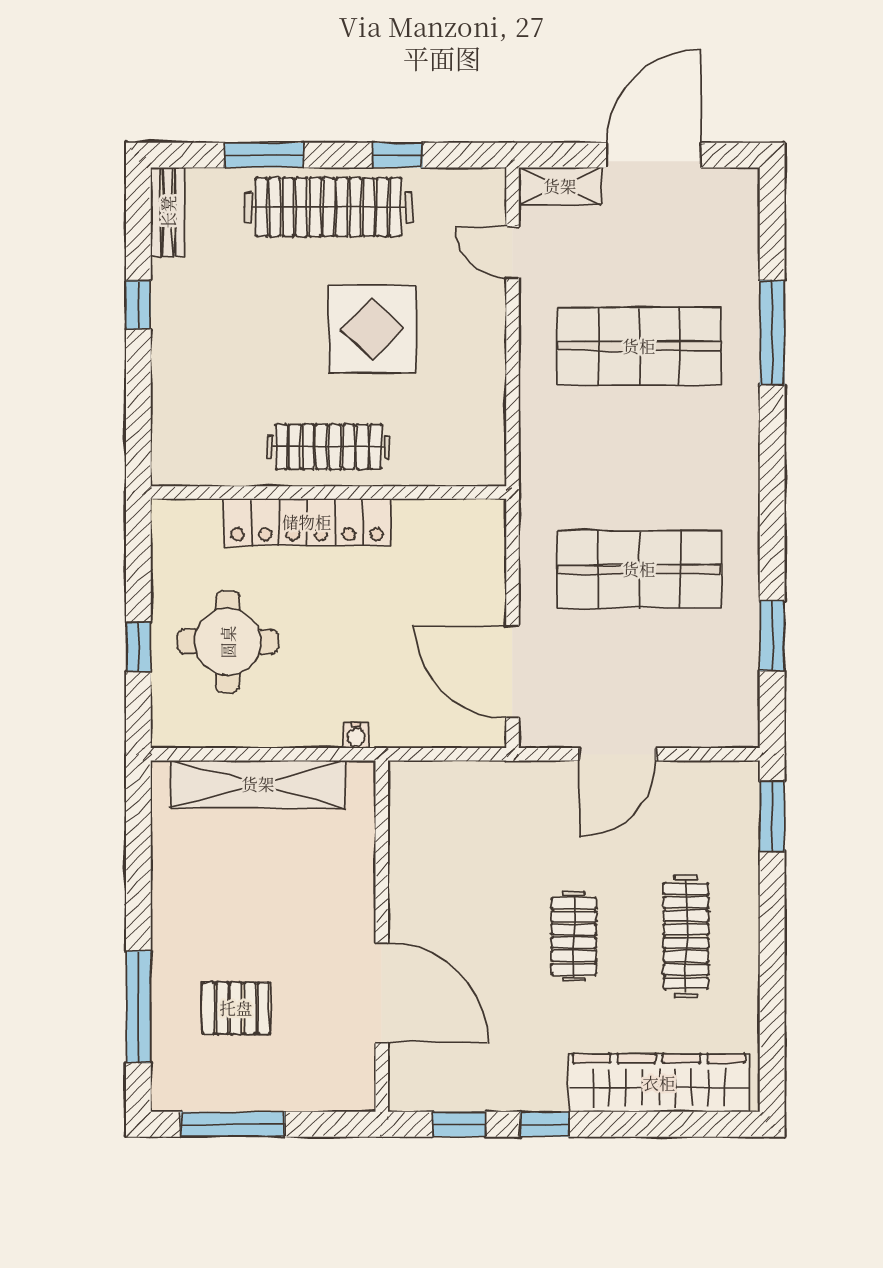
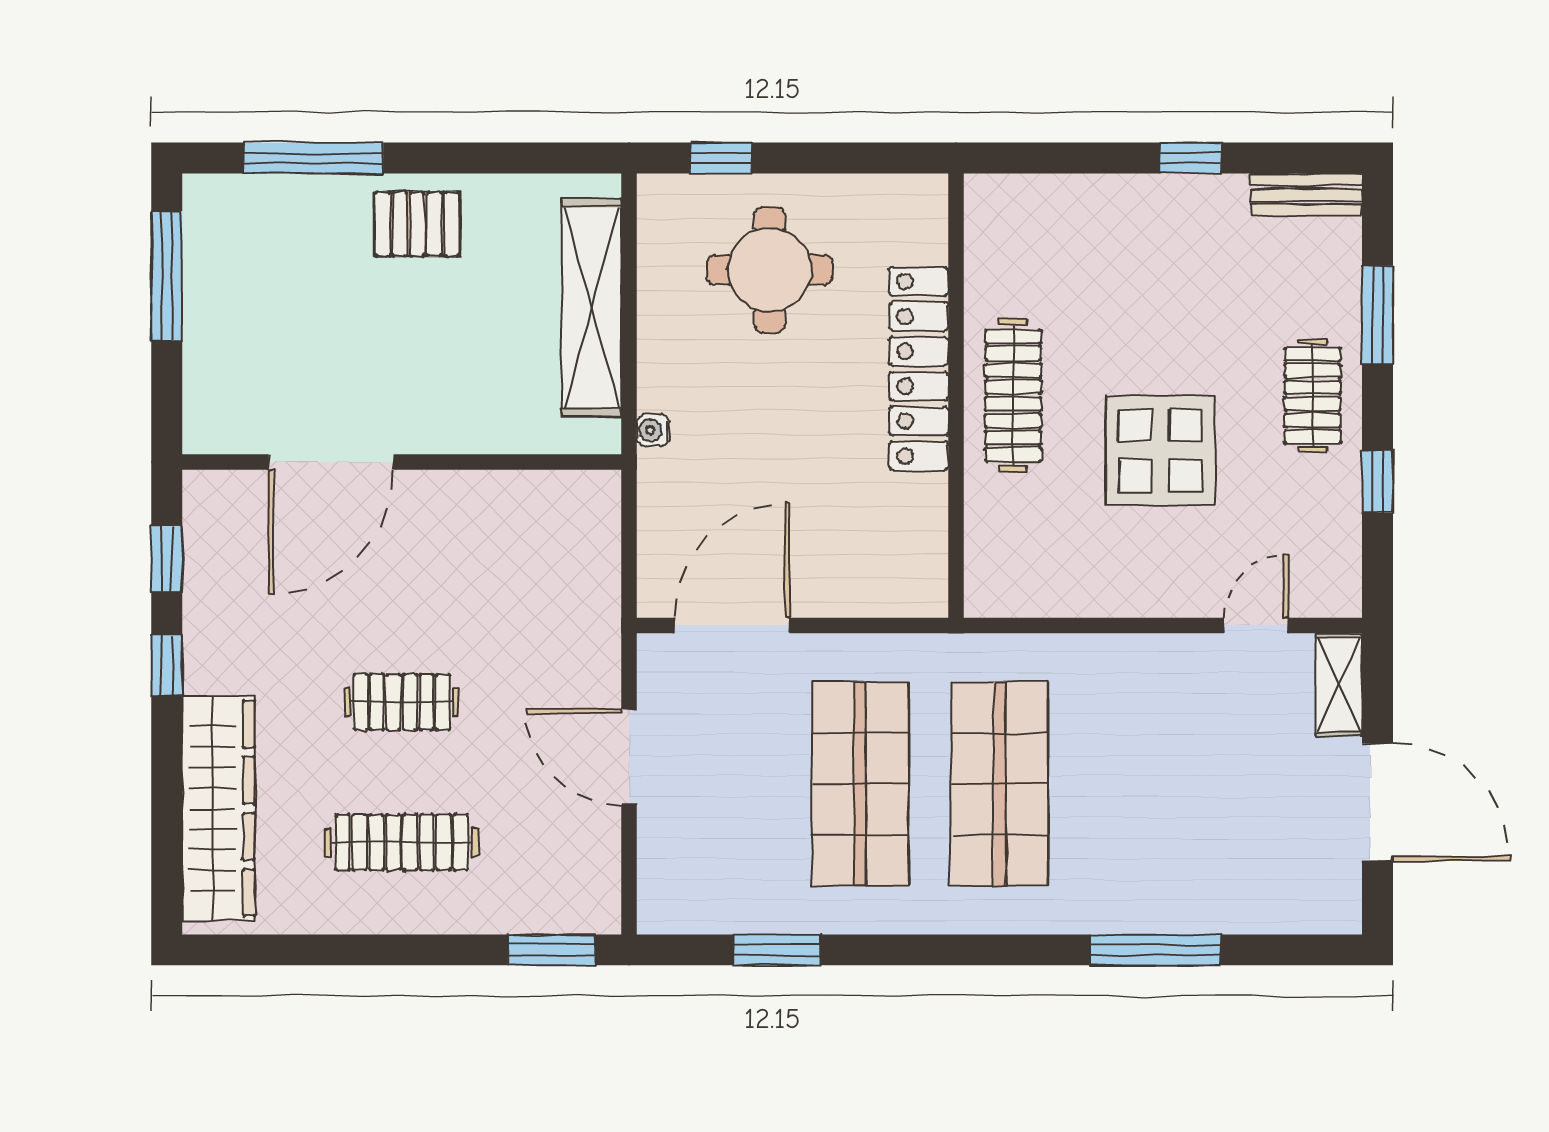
clothes rail: (328, 207) -> (1313, 396), width x0.54, depth x0.76
shop shelf: (639, 346) -> (999, 784), moved
window: (138, 647) -> (721, 158), moved
pallet: (236, 1008) -> (417, 224), moved, turned 90

